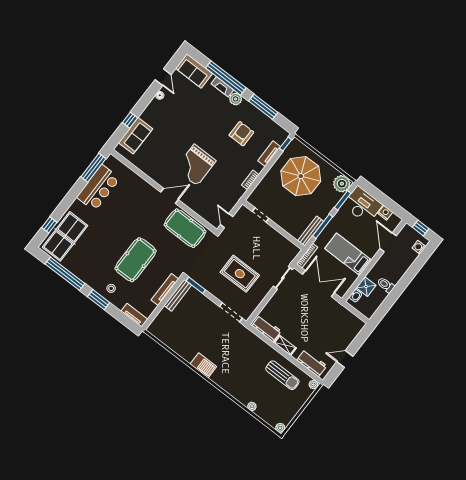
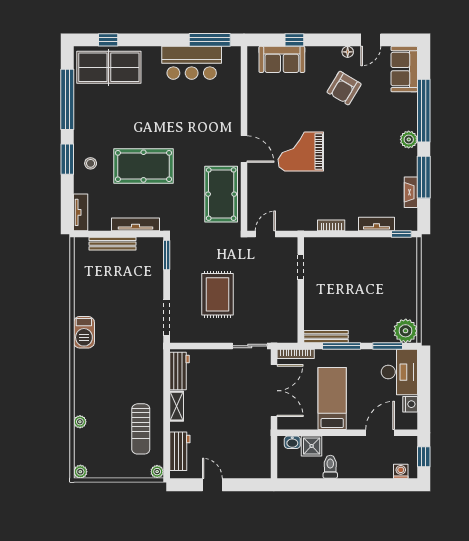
fireplace: (222, 87) -> (411, 192), moved
armchair: (241, 134) -> (344, 88), moved, turned 121
parasol: (301, 176) -> (379, 278), removed
bench: (178, 295) -> (113, 244), moved

